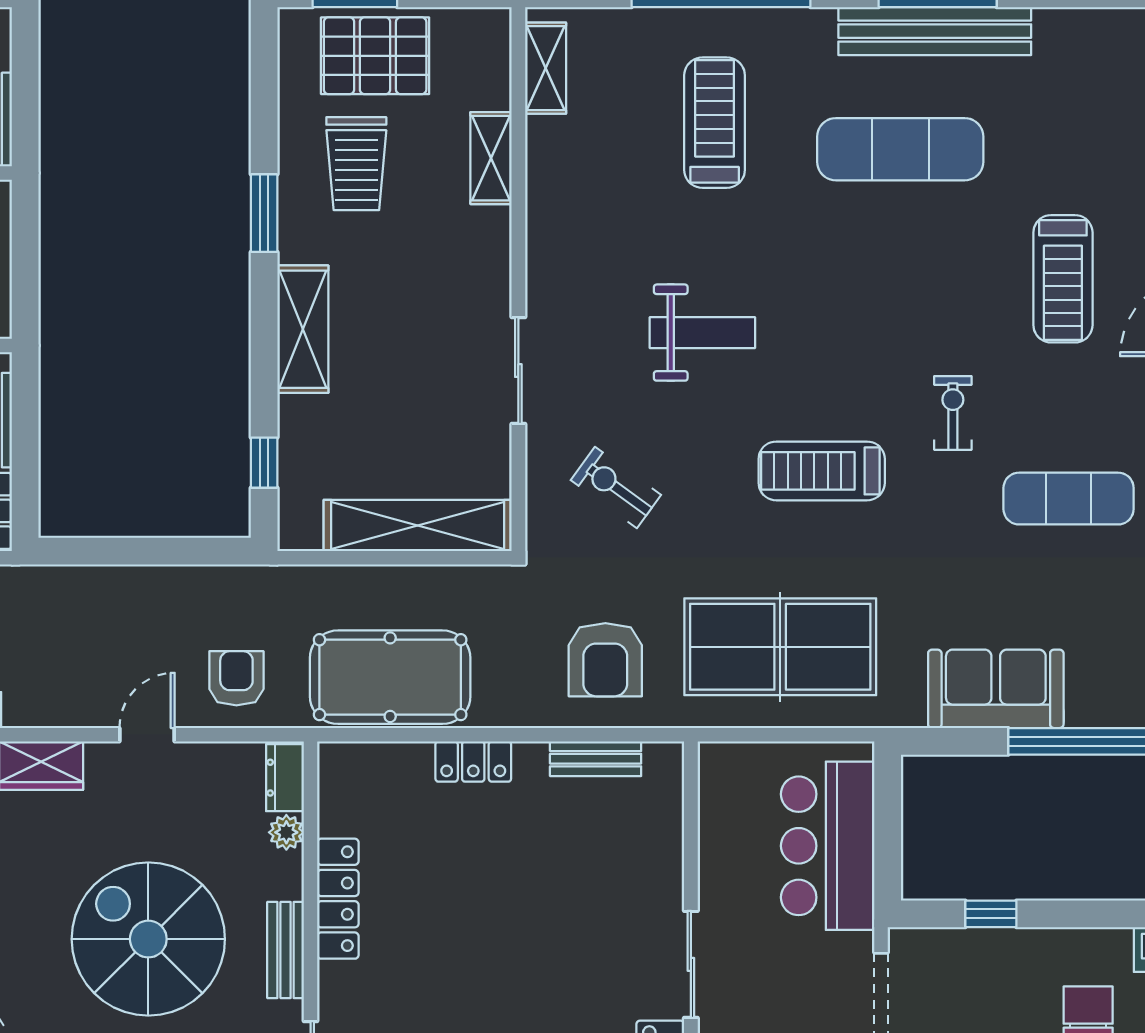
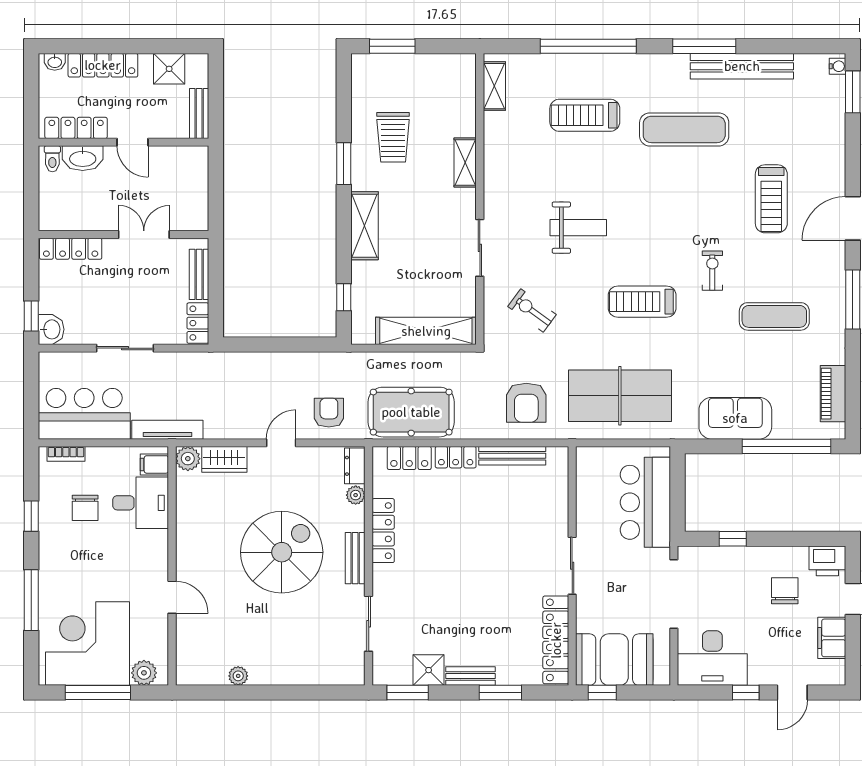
bench: (935, 31) -> (742, 66), moved
pallet: (375, 56) -> (403, 79), removed
treadmill: (715, 123) -> (585, 115), turned -90
shelving: (491, 158) -> (465, 162), moved
bench: (596, 759) -> (512, 456), width x1.36
locker: (387, 763) -> (409, 458), added
spiral stairs: (148, 939) -> (282, 552), turned 90

